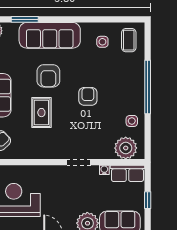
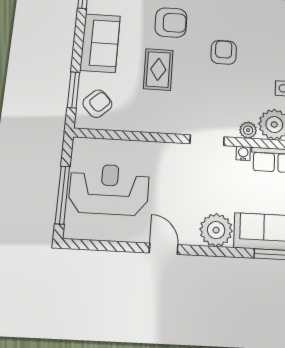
armchair: (48, 76) -> (171, 23), turned -90
plant: (107, 153) -> (248, 130), added

